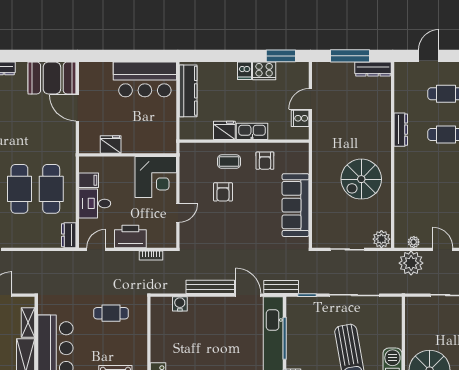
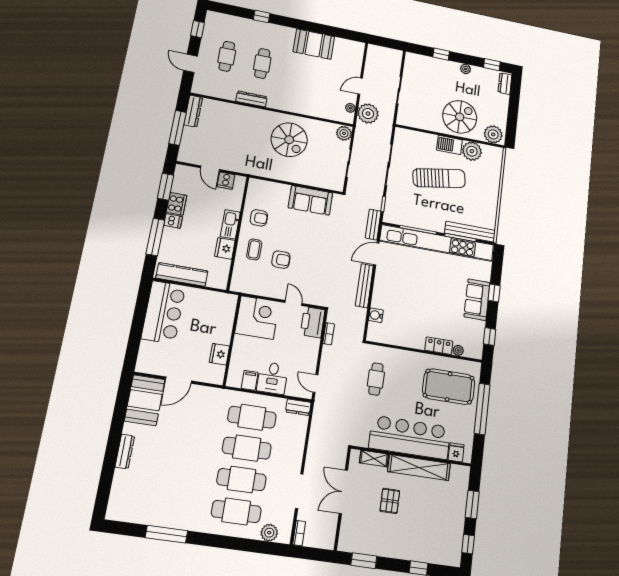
window: (224, 56) -> (155, 237), added
sofa: (296, 205) -> (310, 200), width x0.73
printer: (130, 237) -> (313, 322), moved

